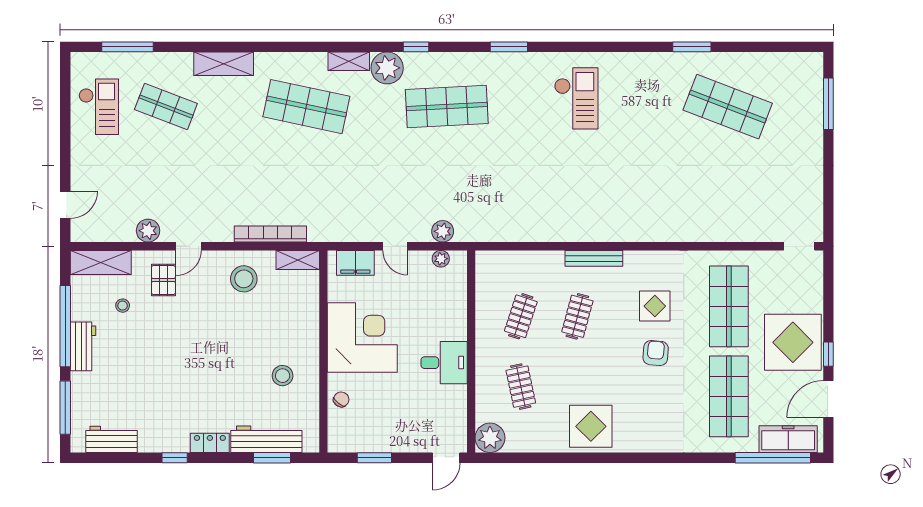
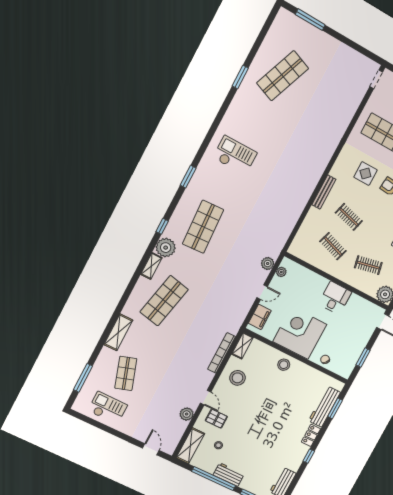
shop shelf: (166, 107) -> (126, 373), turned -39
stool: (283, 376) -> (284, 365), moved

